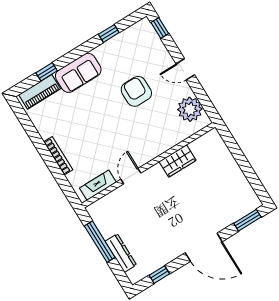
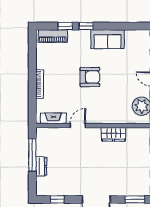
window: (109, 33) -> (86, 26), moved
sofa: (78, 73) -> (108, 39), moved
armchair: (136, 91) -> (90, 77), moved, turned 90
dresser: (121, 253) -> (41, 166), width x0.70

